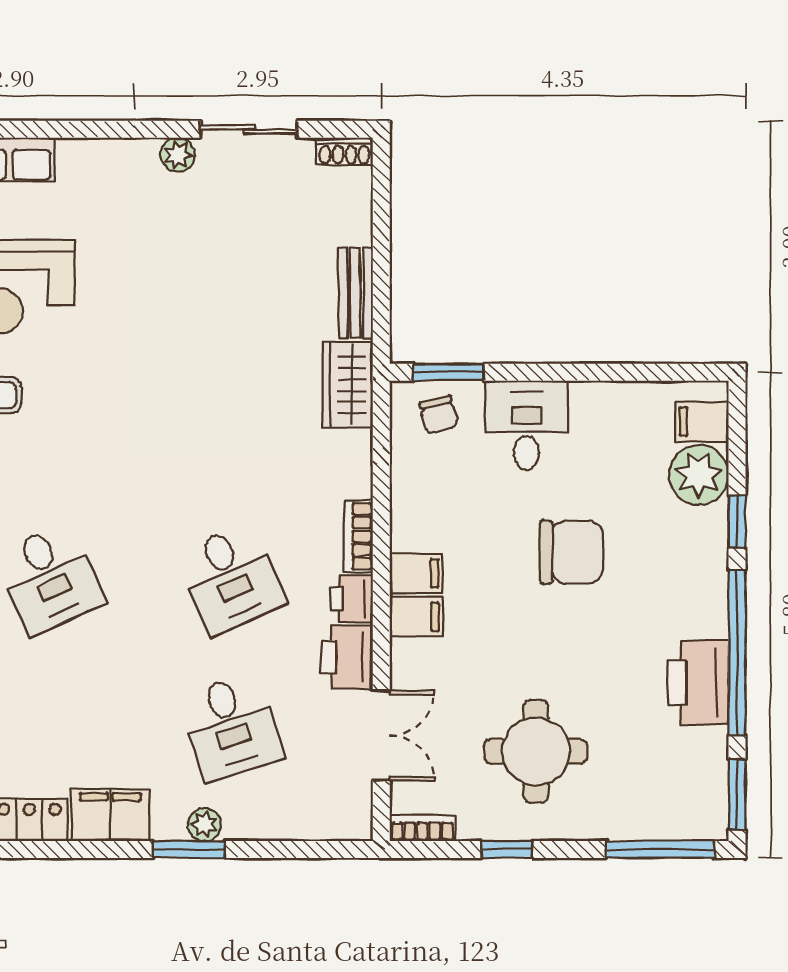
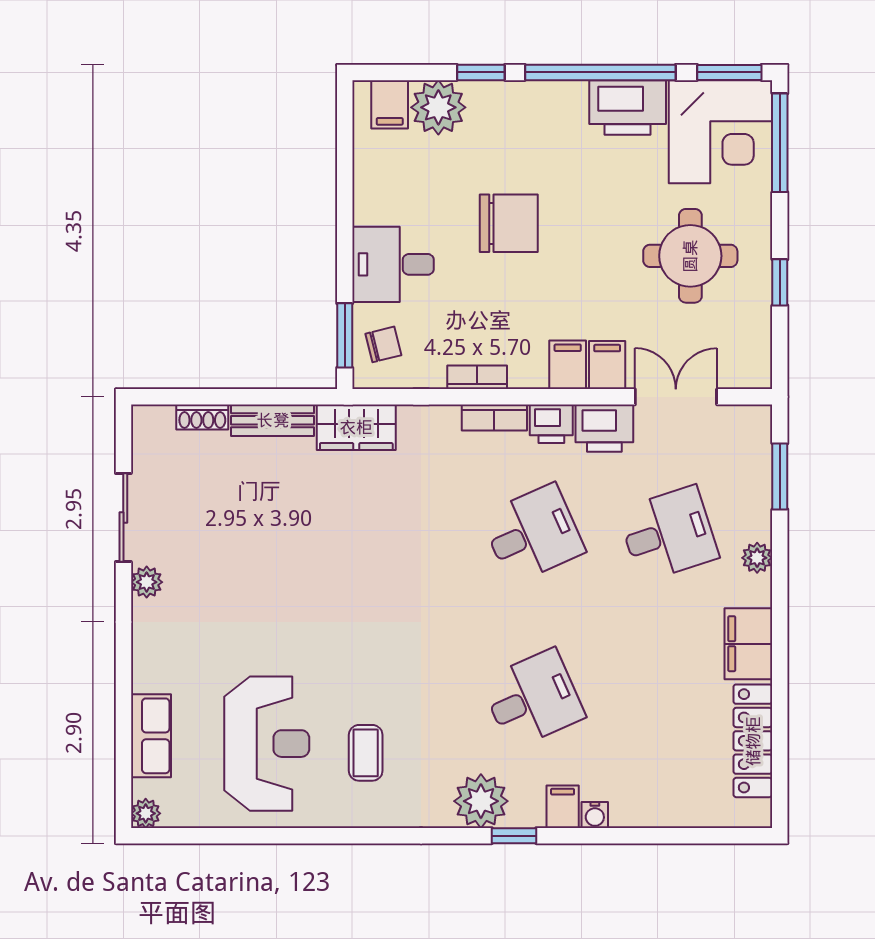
shoe rack: (344, 151) -> (202, 417), moved, turned 90
chair: (571, 552) -> (509, 223), turned 90
filing cabinet: (416, 573) -> (607, 365), moved
corner desk: (672, 784) -> (720, 132), added
bookcase: (422, 828) -> (477, 377), moved, turned 90
window: (189, 850) -> (780, 476), moved

